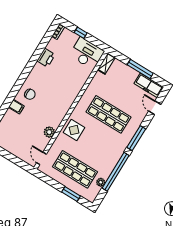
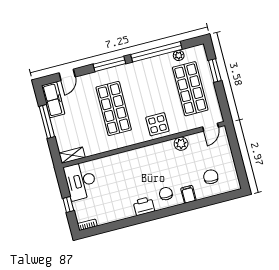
printer: (46, 58) -> (144, 206), moved
chair: (13, 130) -> (211, 177), added

